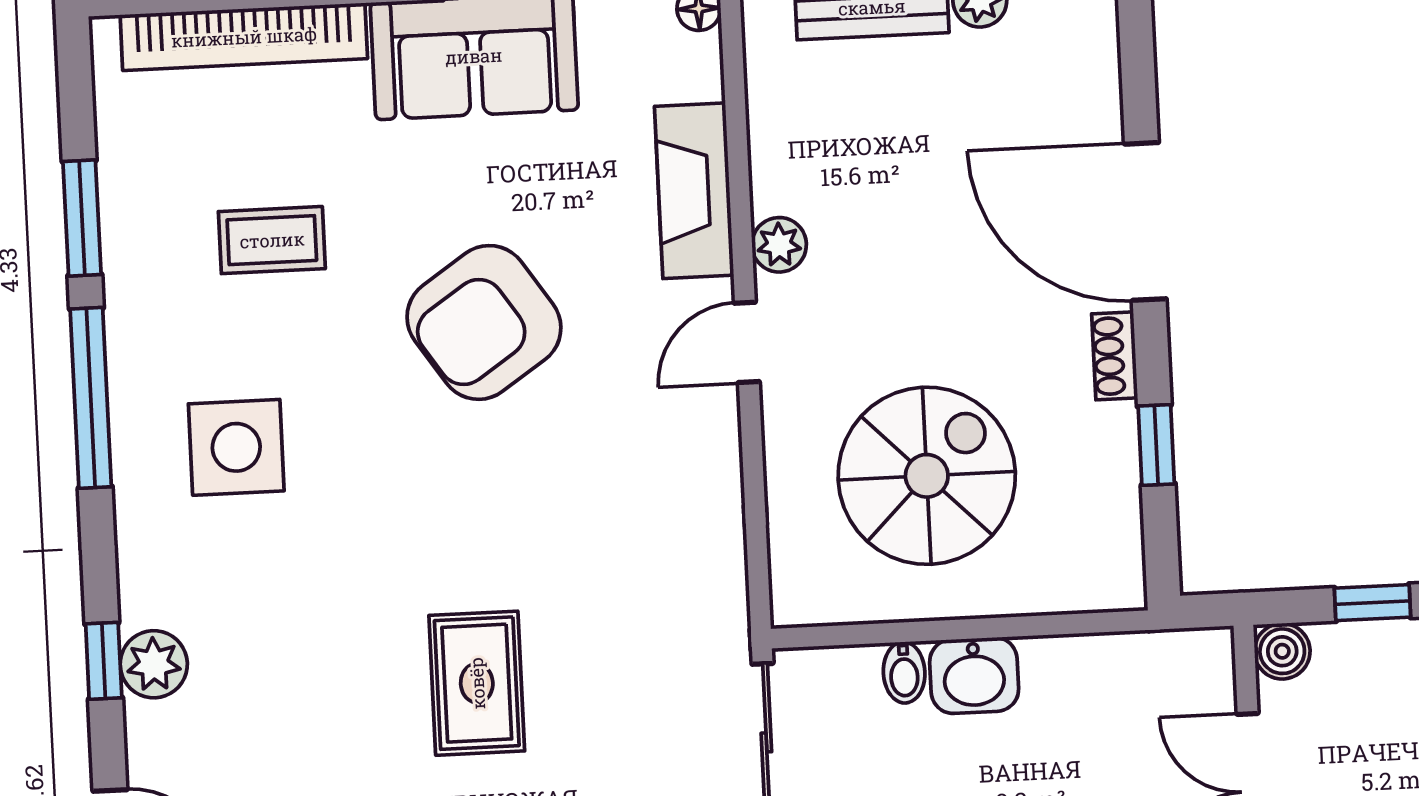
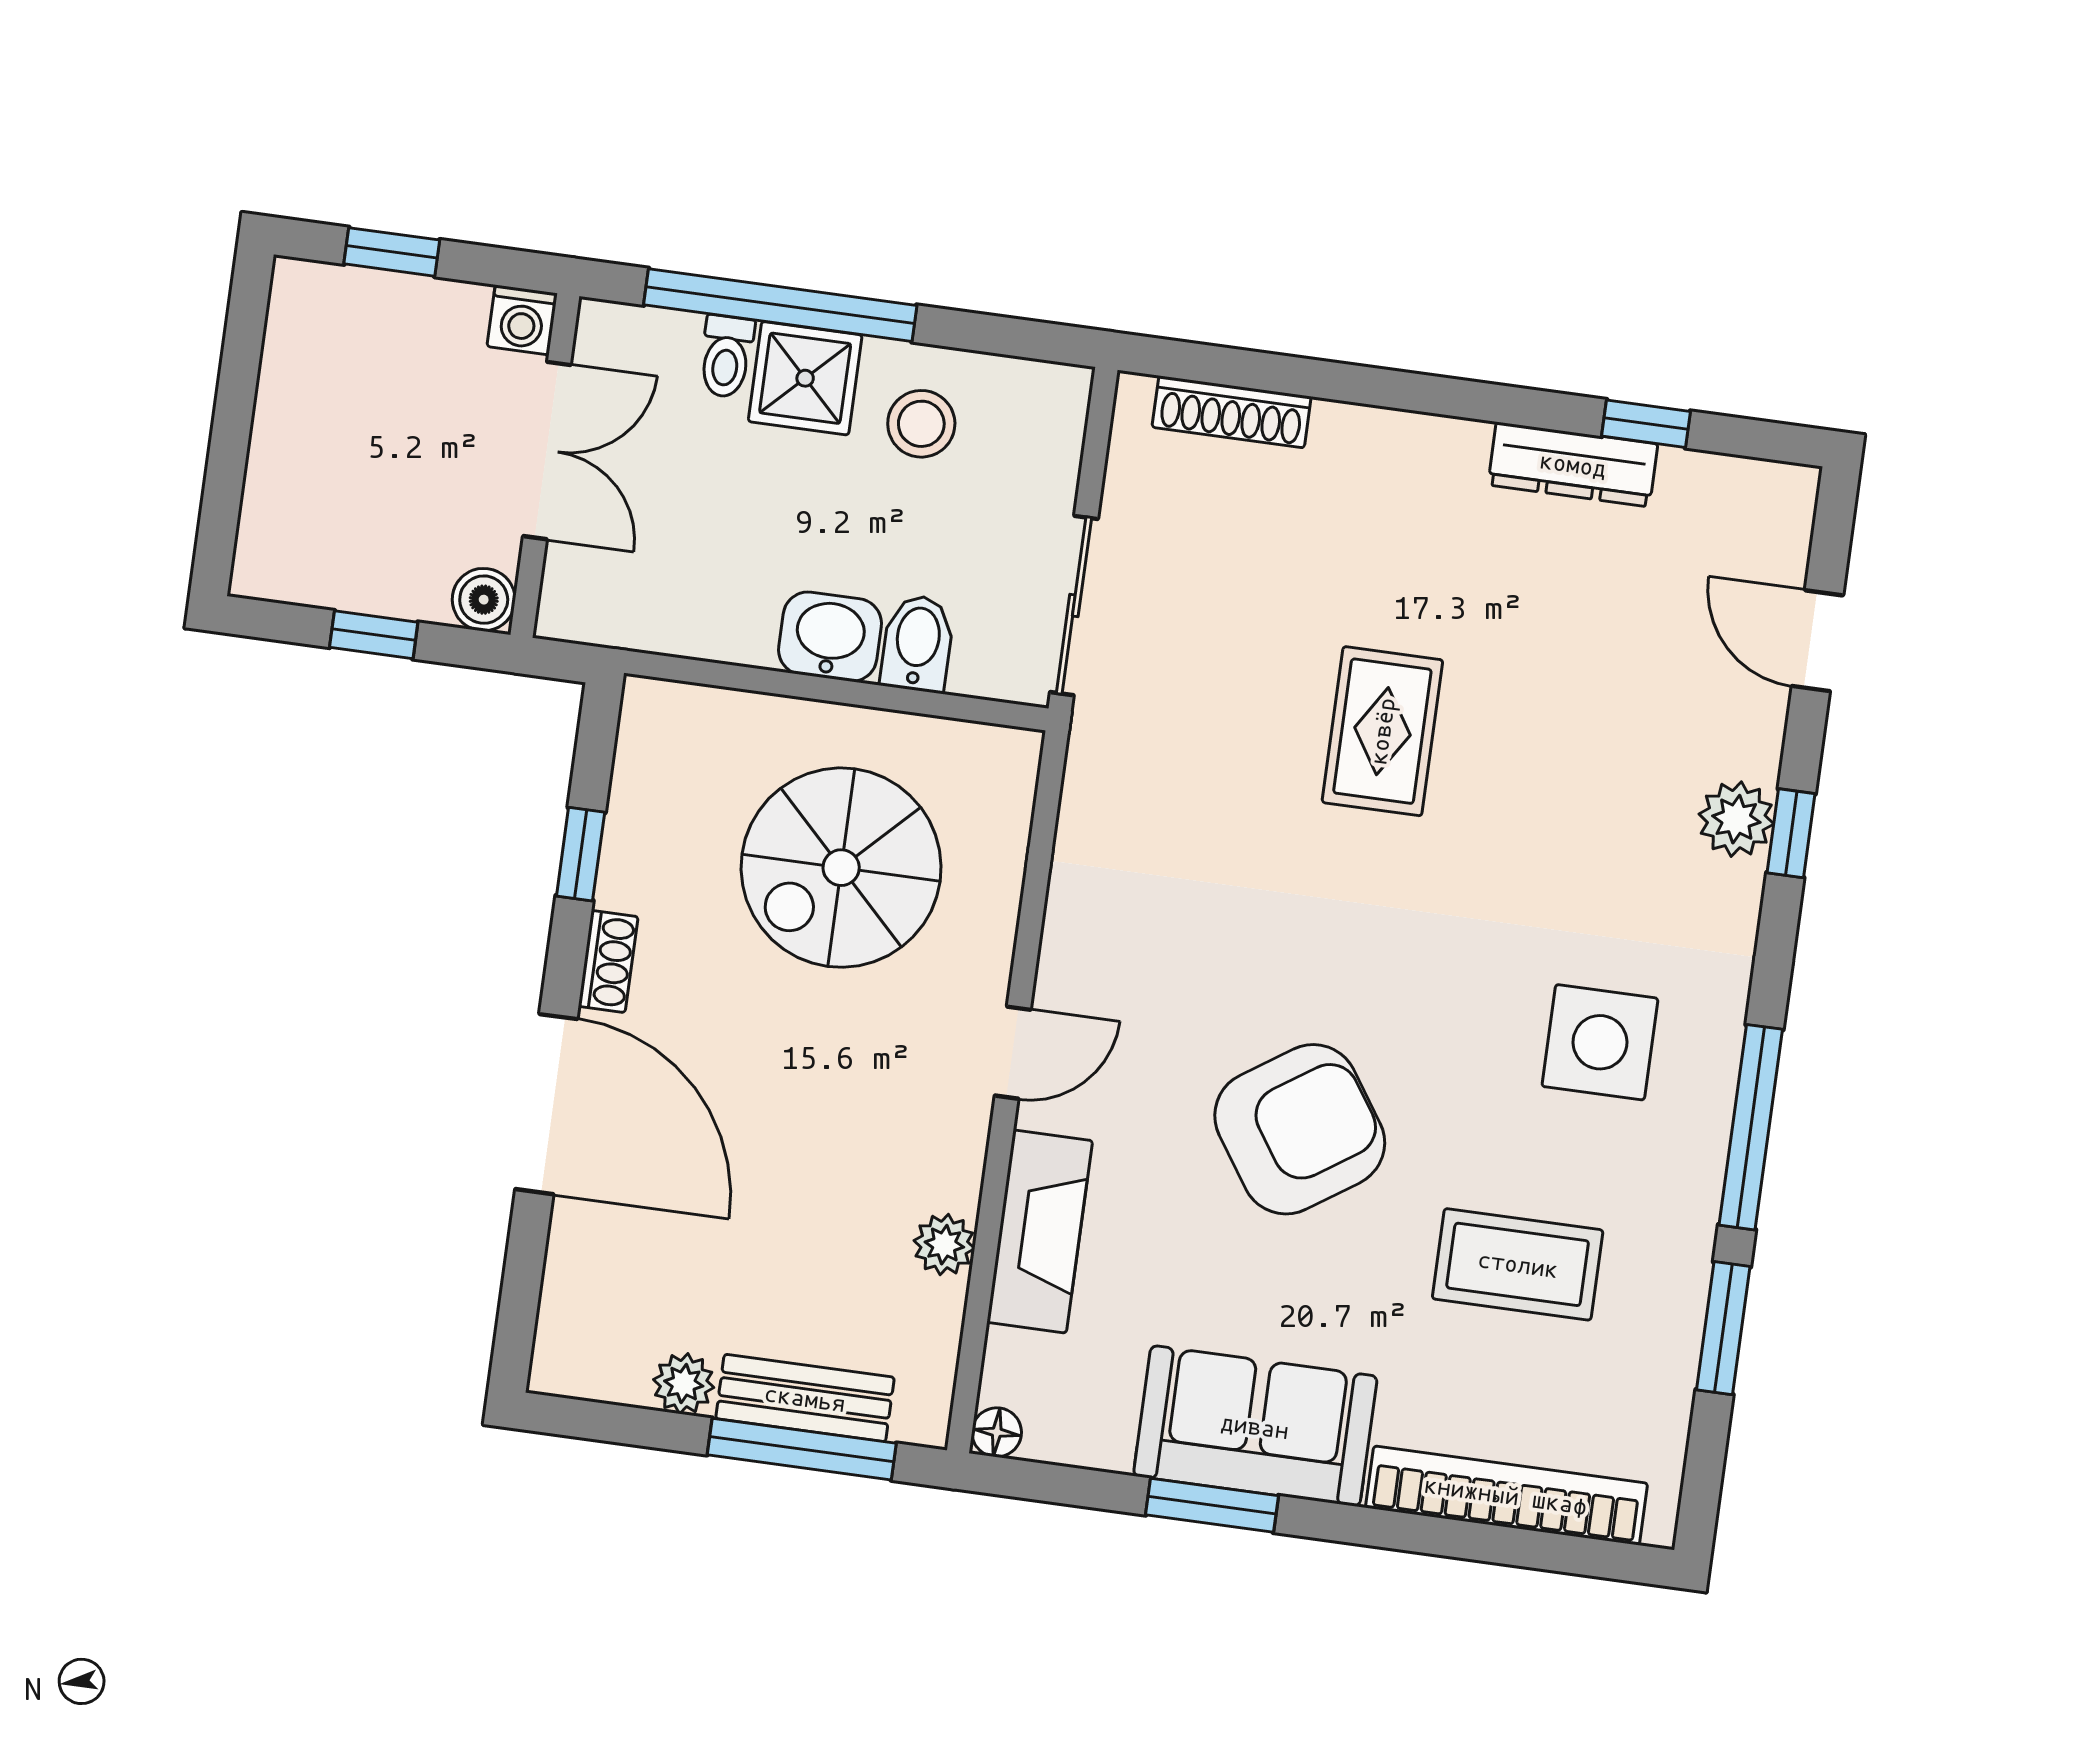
coffee table: (272, 240) -> (1518, 1264), width x1.36, depth x1.30
plant: (779, 245) -> (944, 1245), moved
bidet: (904, 672) -> (917, 643), width x1.38, depth x1.36

